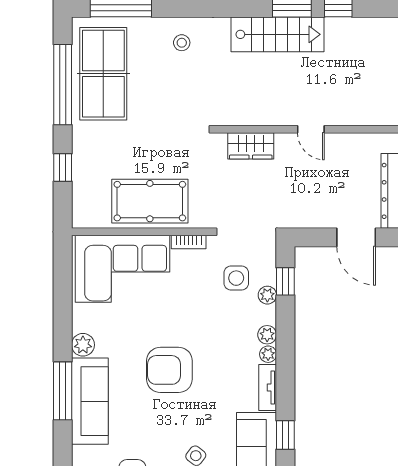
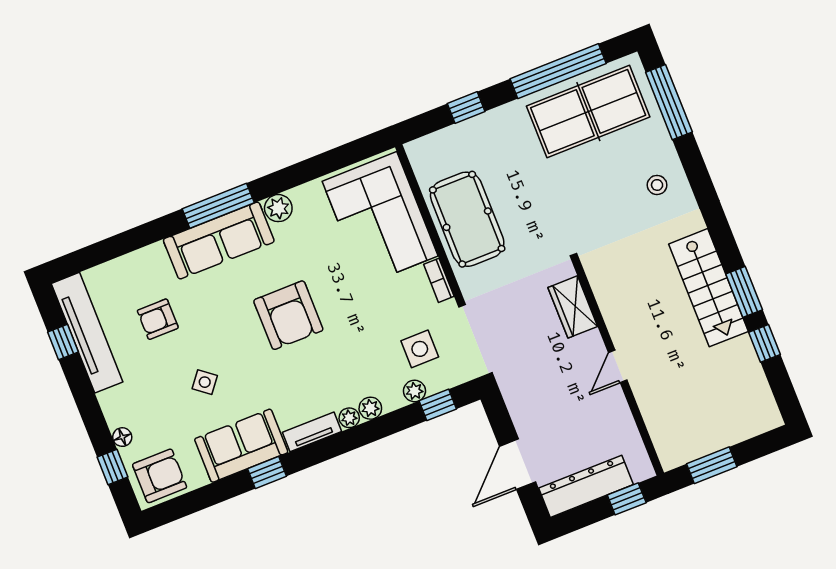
armchair: (169, 370) -> (288, 315), turned 180

